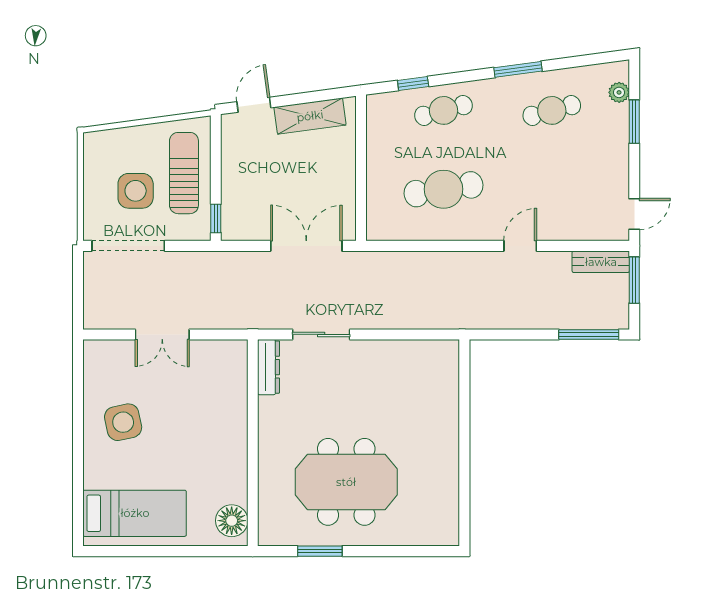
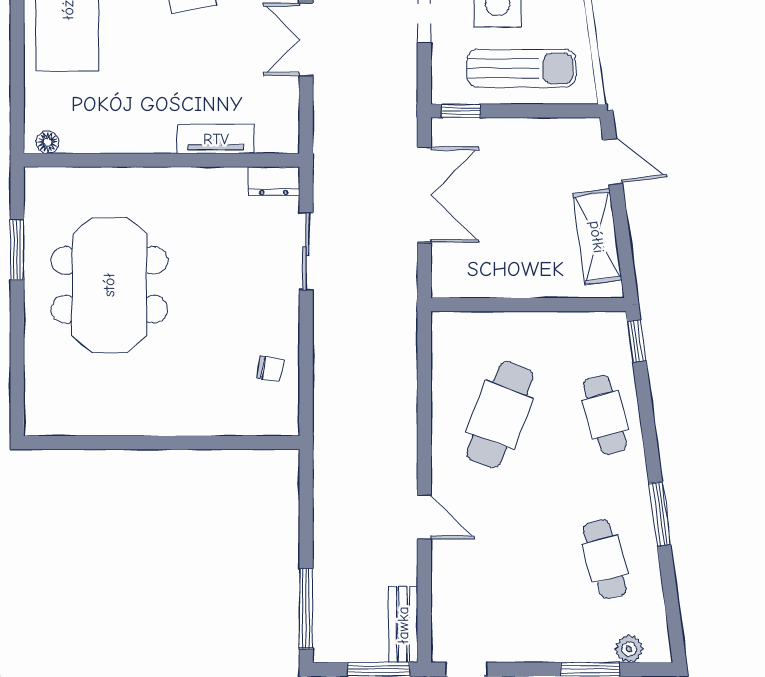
window: (413, 83) -> (637, 341), moved
cafe table: (444, 189) -> (500, 415), turned 30
double door: (306, 246) -> (424, 195), moved
chair: (409, 362) -> (270, 369), added
dresser: (268, 367) -> (274, 181), width x0.70
tv unit: (237, 402) -> (216, 139), added
floor lamp: (232, 521) -> (48, 142), width x0.53, depth x0.53

